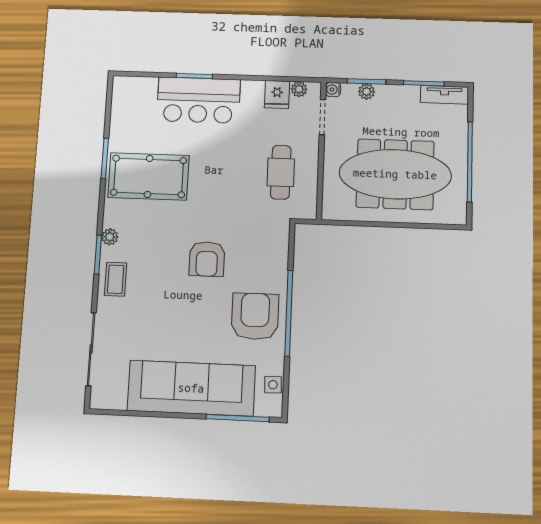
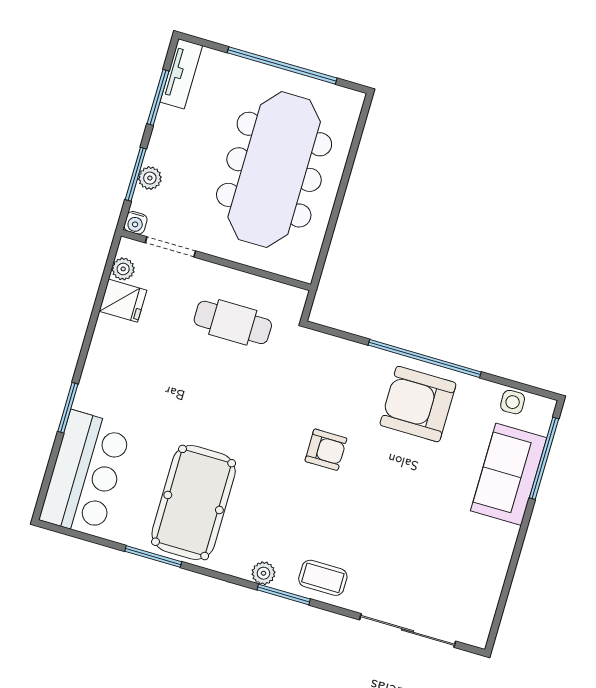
bar counter: (198, 100) -> (85, 473), moved
armchair: (207, 259) -> (326, 450), width x0.72, depth x0.72
sofa: (191, 388) -> (509, 474), width x0.54, depth x0.79

